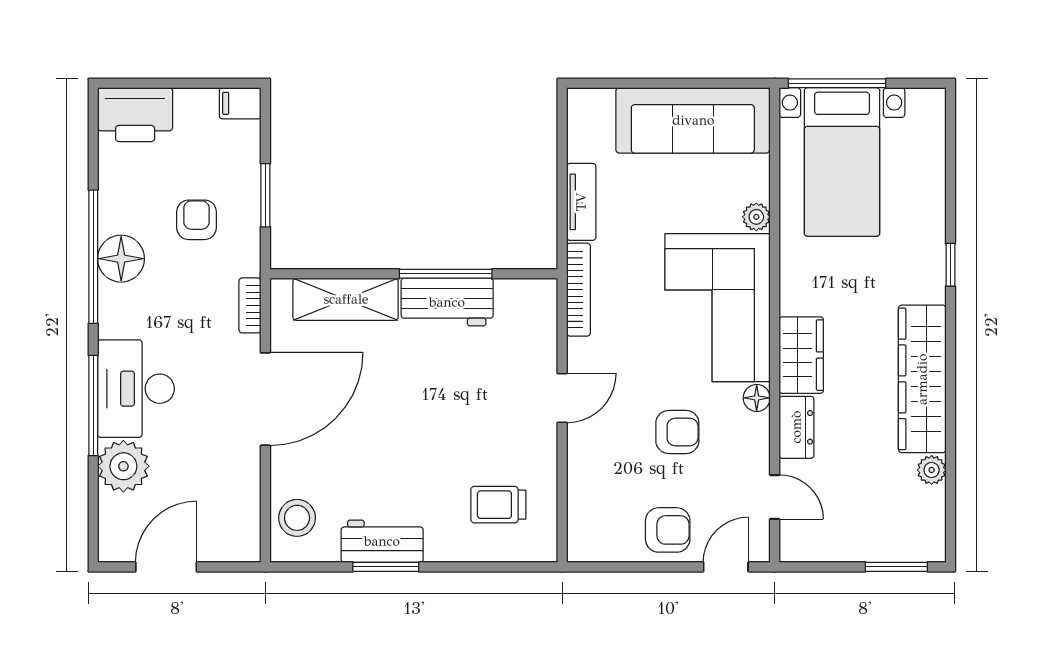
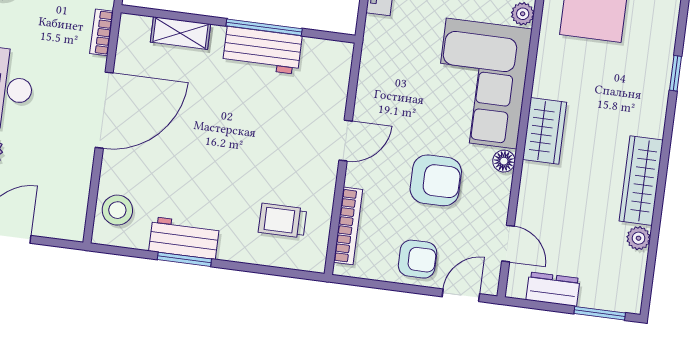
bookcase: (578, 290) -> (348, 226), moved
shelving: (346, 299) -> (181, 33), width x0.67, depth x0.75
wardrobe: (922, 379) -> (641, 181), width x0.71, depth x0.85
dresser: (796, 427) -> (553, 289), moved, turned -90
armchair: (677, 432) -> (436, 180), width x1.38, depth x1.38

